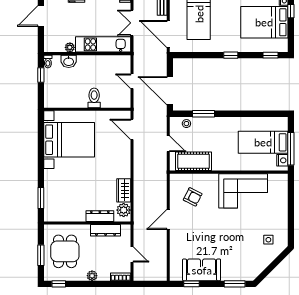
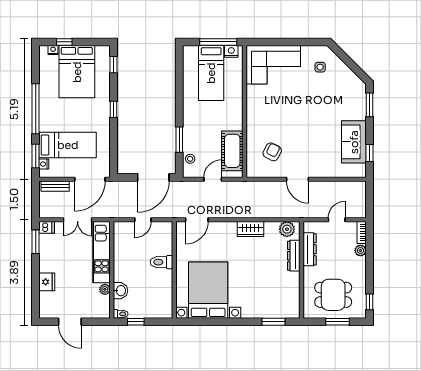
wardrobe: (124, 190) -> (250, 229), moved
corner sofa: (243, 191) -> (273, 65), moved, turned 90
plant: (92, 276) -> (360, 251), moved

